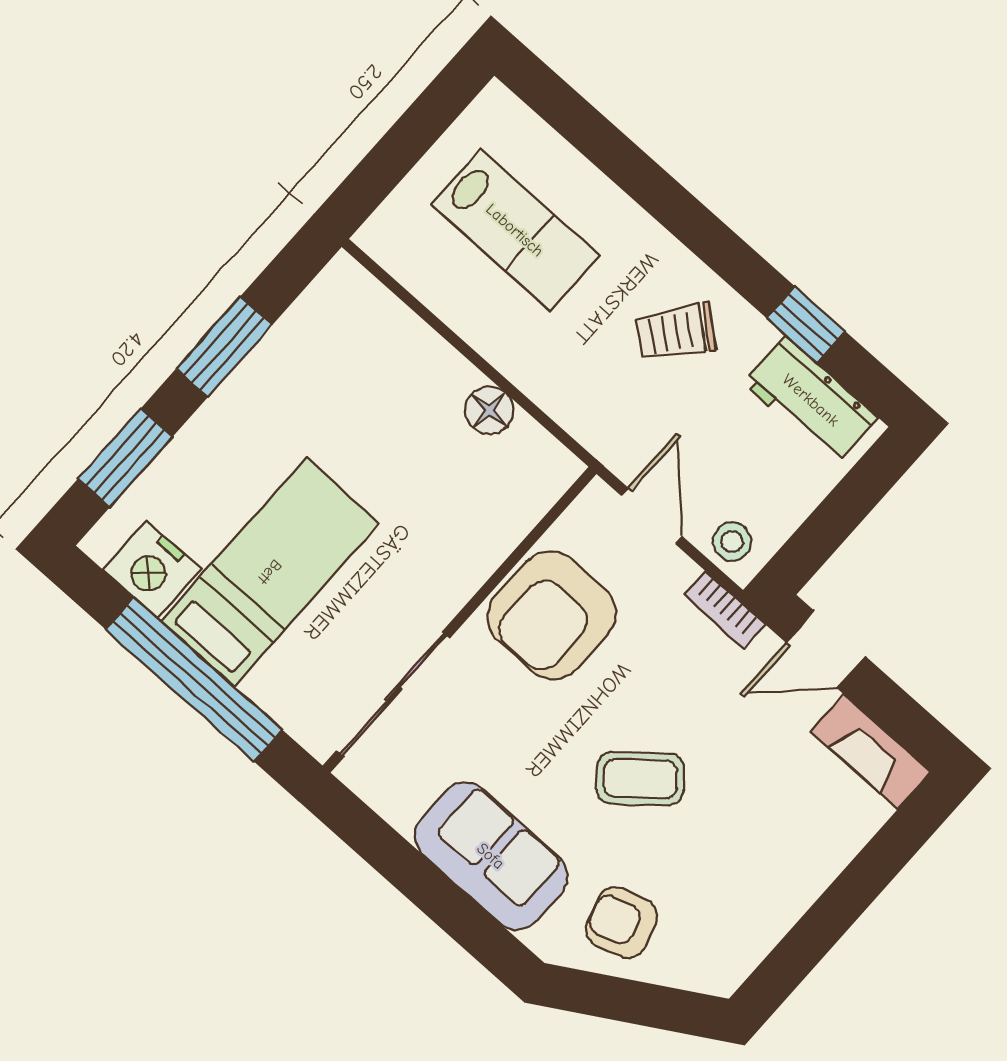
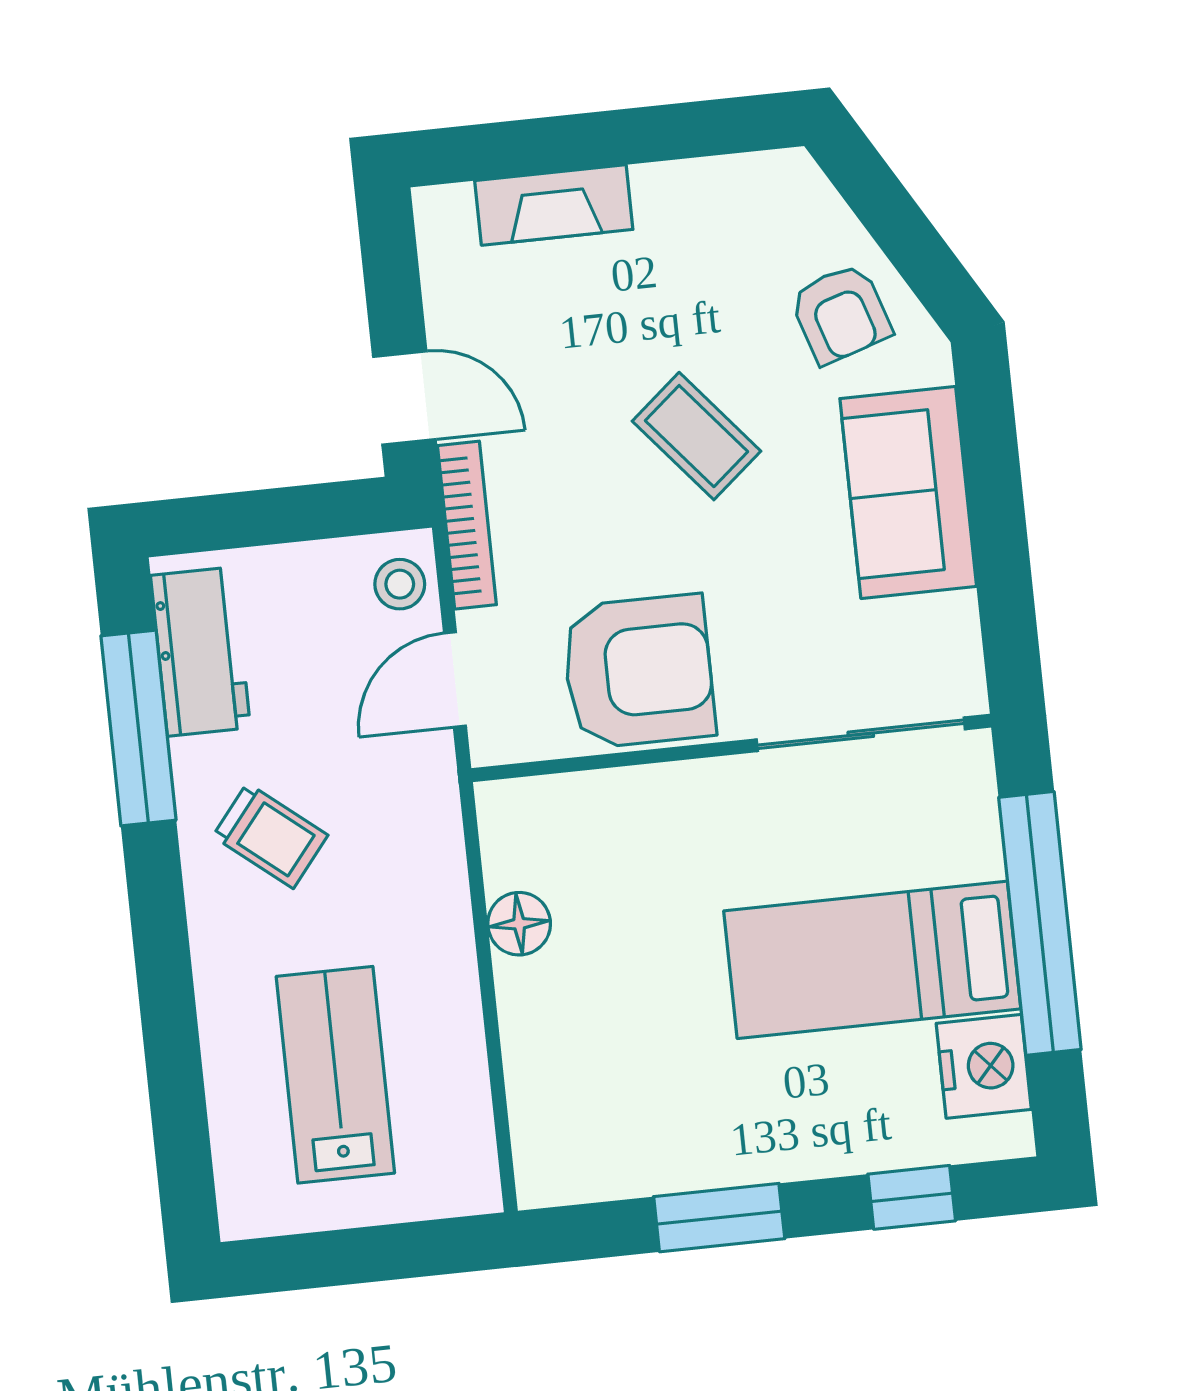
window: (806, 325) -> (138, 728), width x2.17
window: (125, 458) -> (912, 1197), width x0.67
bookcase: (725, 610) -> (467, 525), width x1.56
fireplace: (871, 752) -> (554, 205), moved, turned 90

